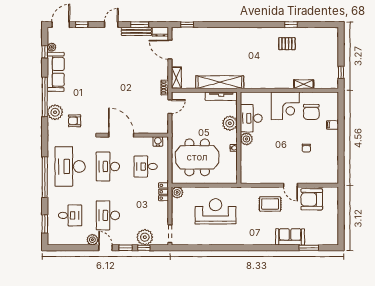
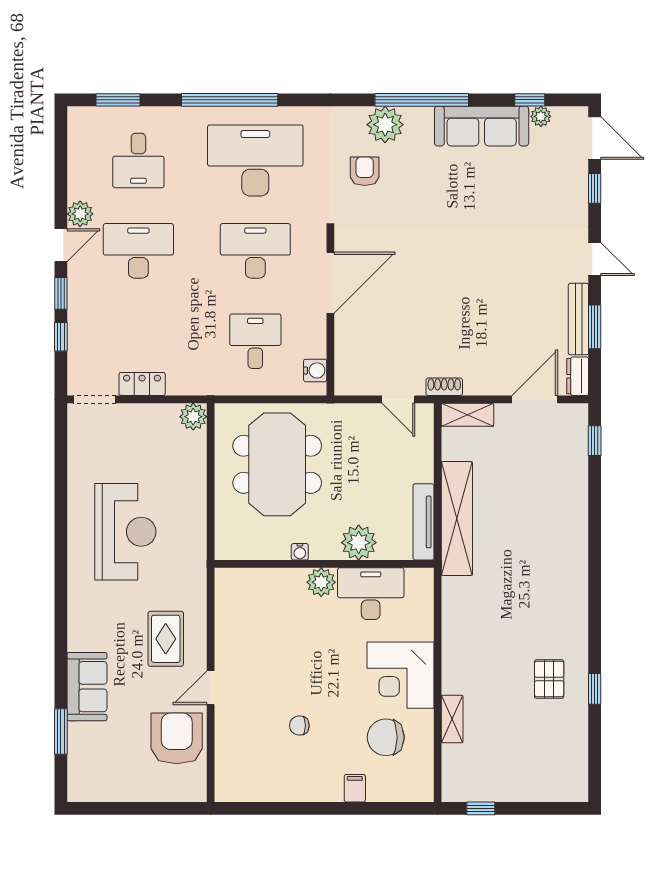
locker: (163, 192) -> (142, 384), moved
reception desk: (216, 211) -> (125, 532), moved
plant: (145, 237) -> (86, 339), removed

